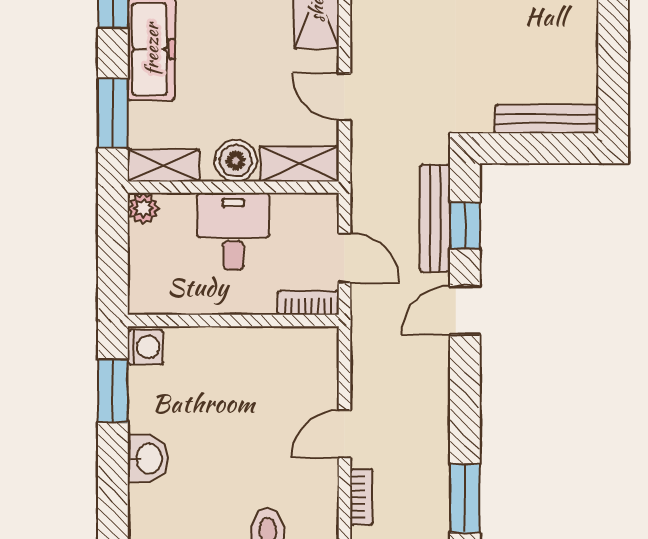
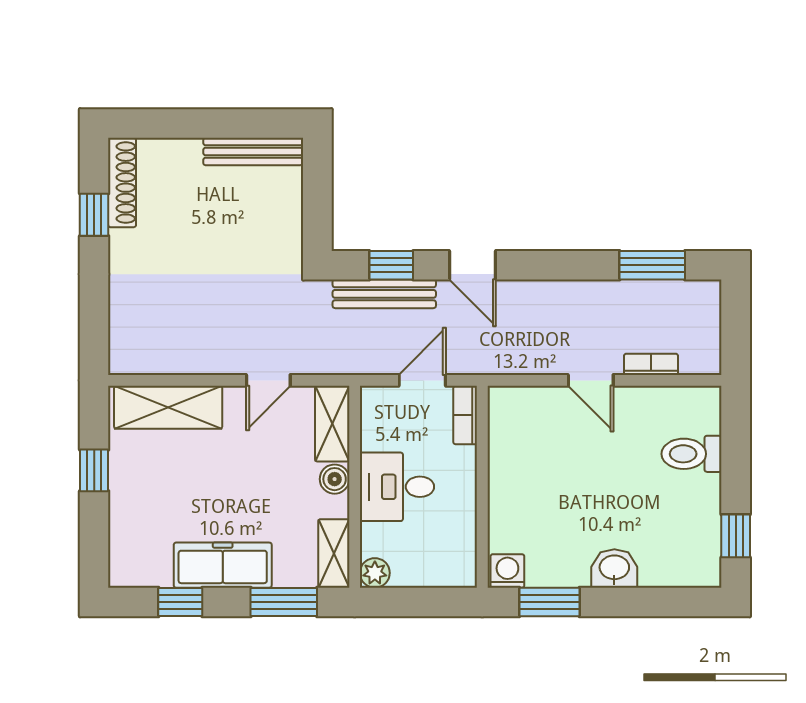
bench: (547, 119) -> (253, 151), moved, turned 90
boiler: (236, 161) -> (335, 479), width x0.73, depth x0.73

